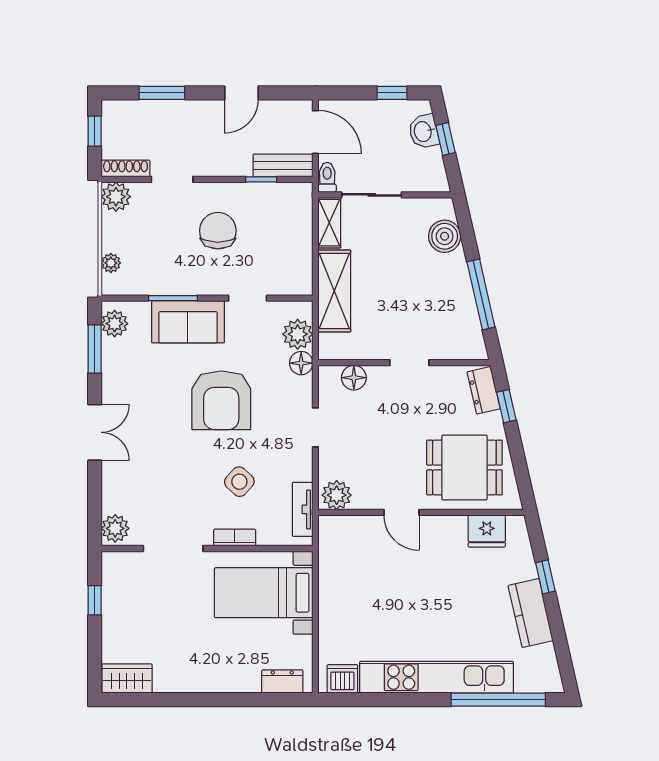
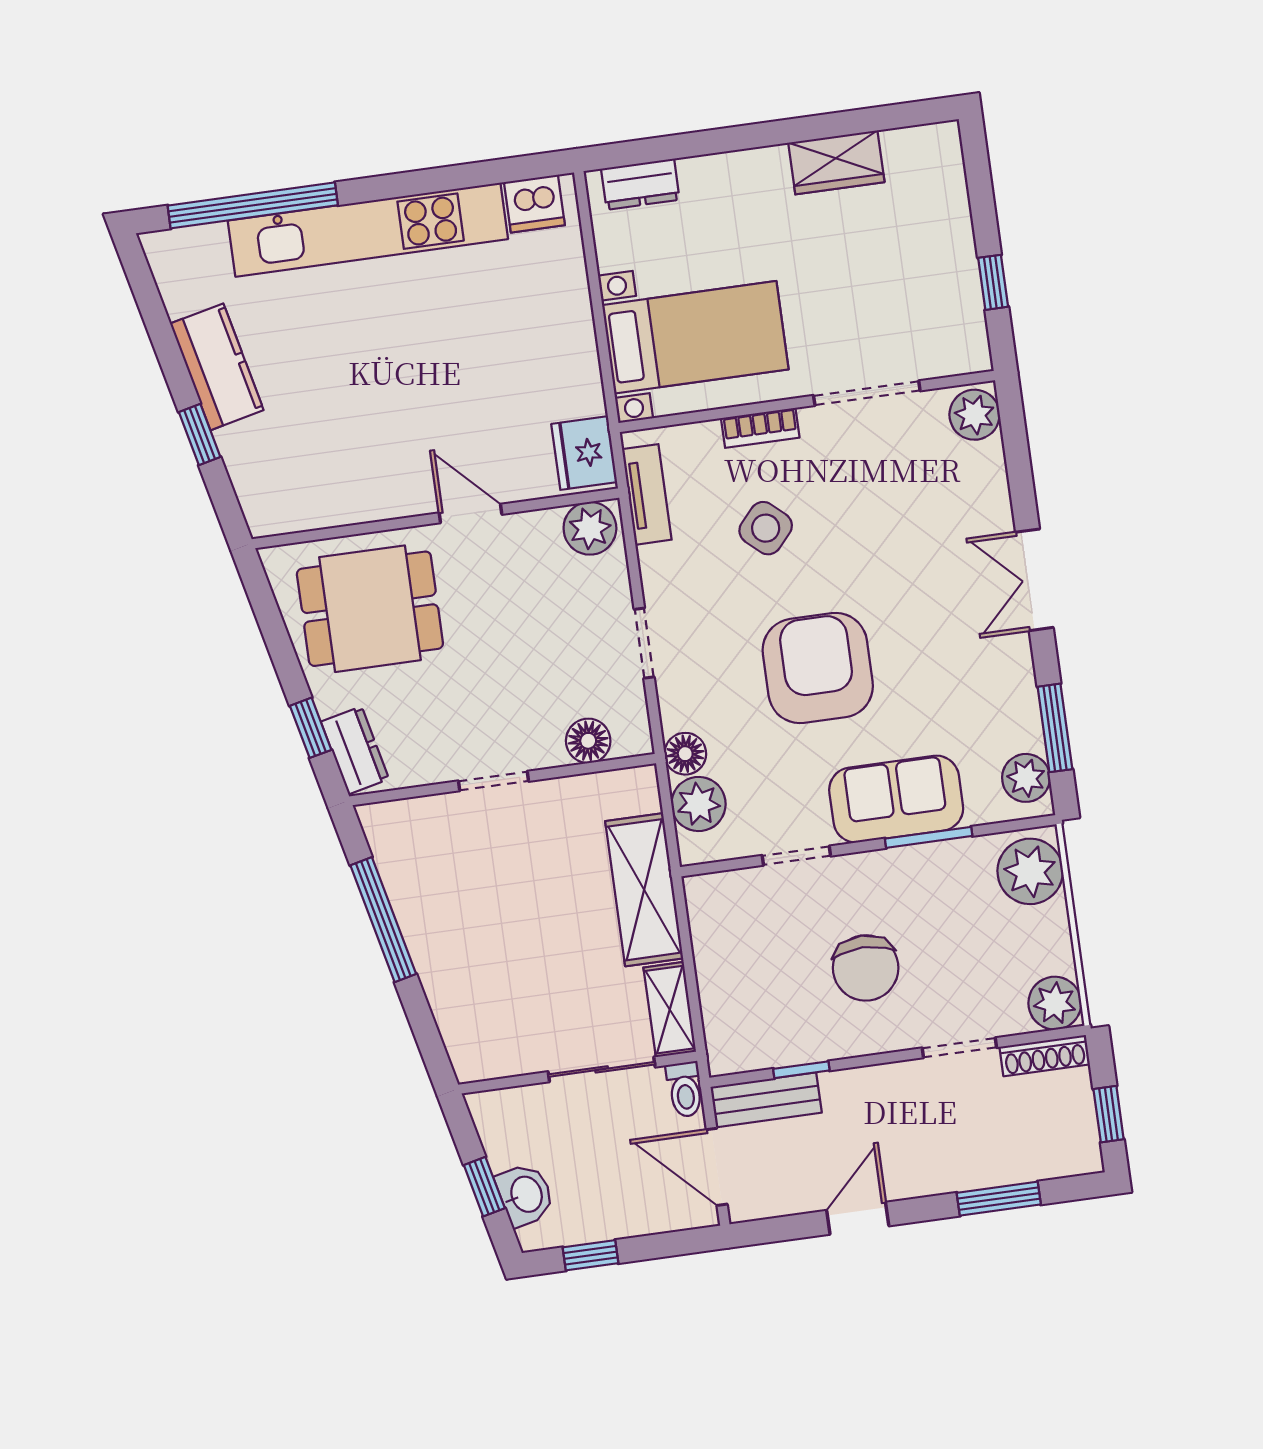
boiler: (445, 236) -> (462, 1014), removed
plant: (111, 263) -> (1030, 871), width x1.88, depth x1.88
fridge: (487, 531) -> (584, 453), moved, turned -90
wardrobe: (127, 679) -> (836, 162), moved

